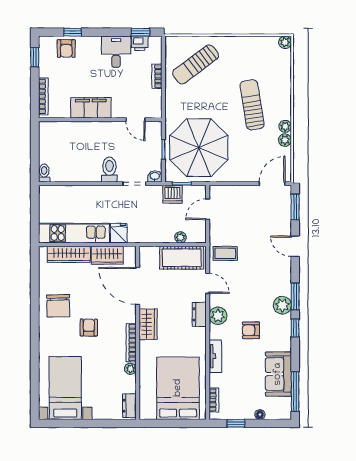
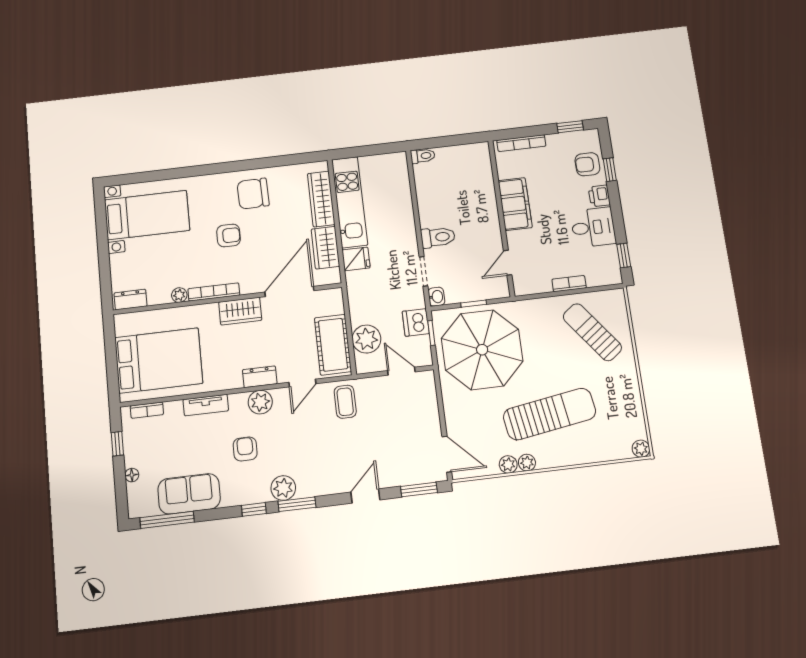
printer: (140, 43) -> (599, 196), moved
sun lounger: (252, 105) -> (550, 414), width x1.36, depth x1.34
plant: (181, 237) -> (366, 339), width x1.88, depth x1.88

